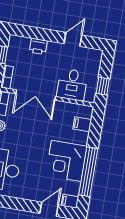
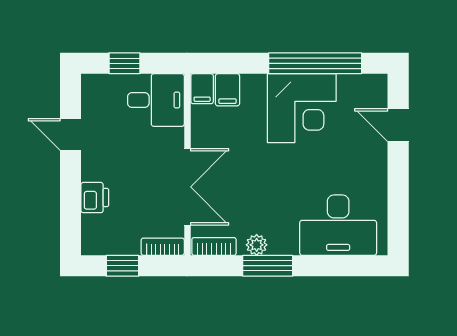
desk: (72, 85) -> (156, 100), moved
window: (103, 86) -> (124, 63), moved
filing cabinet: (70, 201) -> (202, 89), moved

